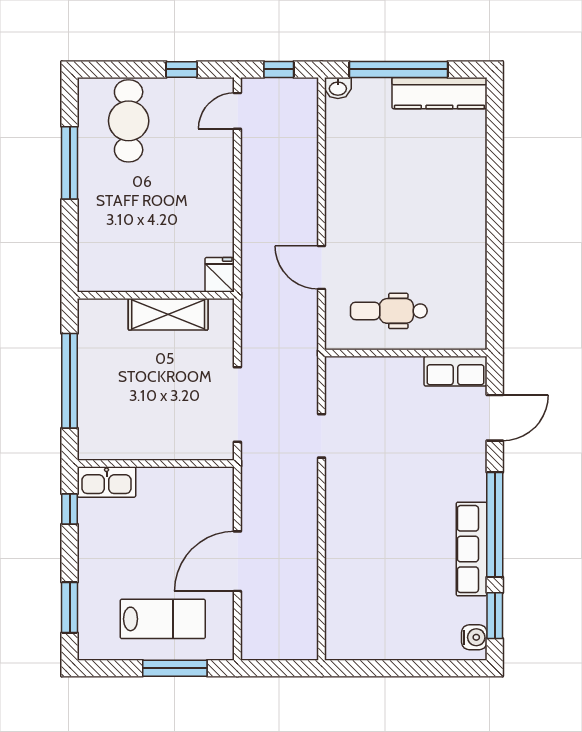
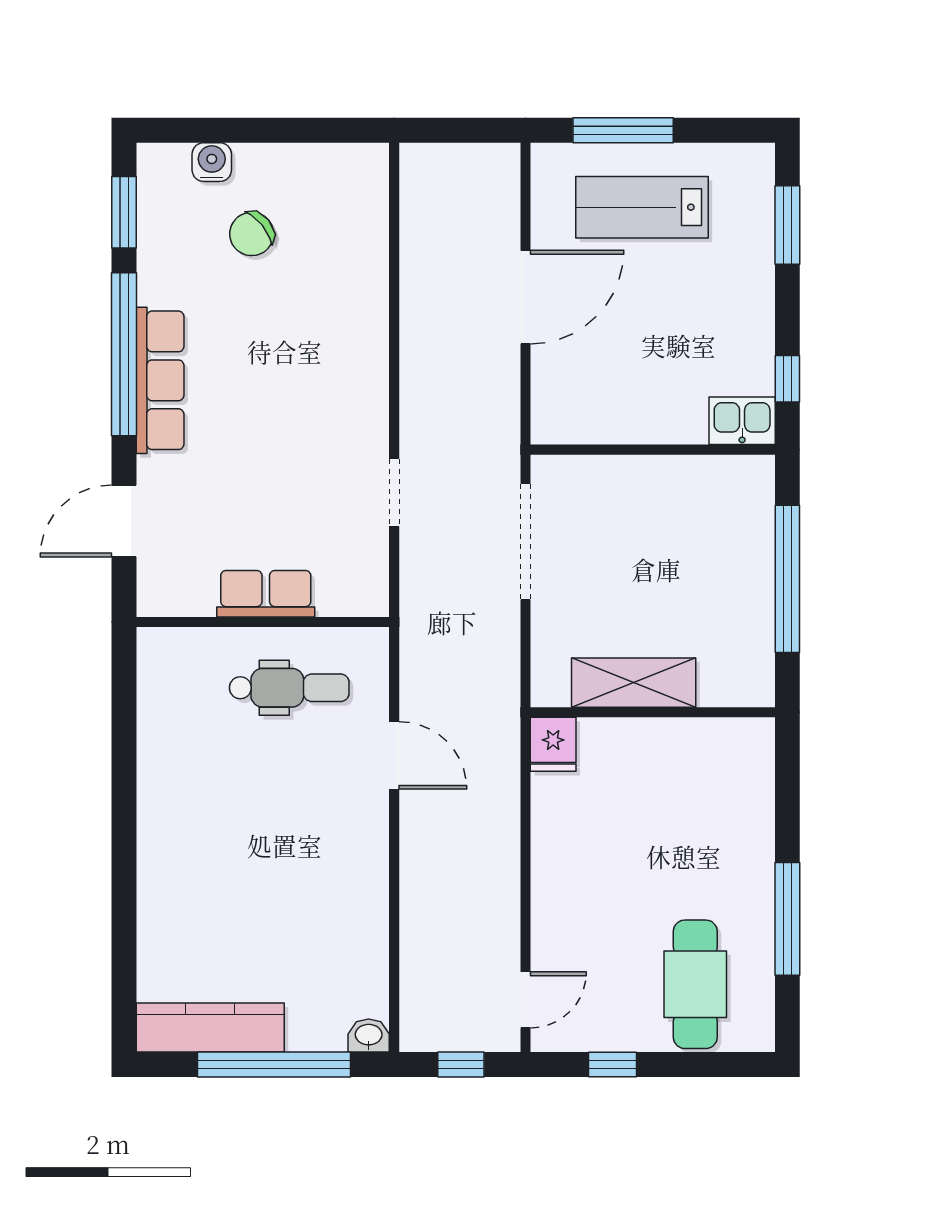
row of seats: (455, 371) -> (266, 594), moved
kitchen sink: (107, 482) -> (742, 421), width x0.73
row of seats: (472, 549) -> (160, 380), moved
chair: (413, 602) -> (252, 234), added
water cooler: (474, 637) -> (212, 162), moved, turned 90

